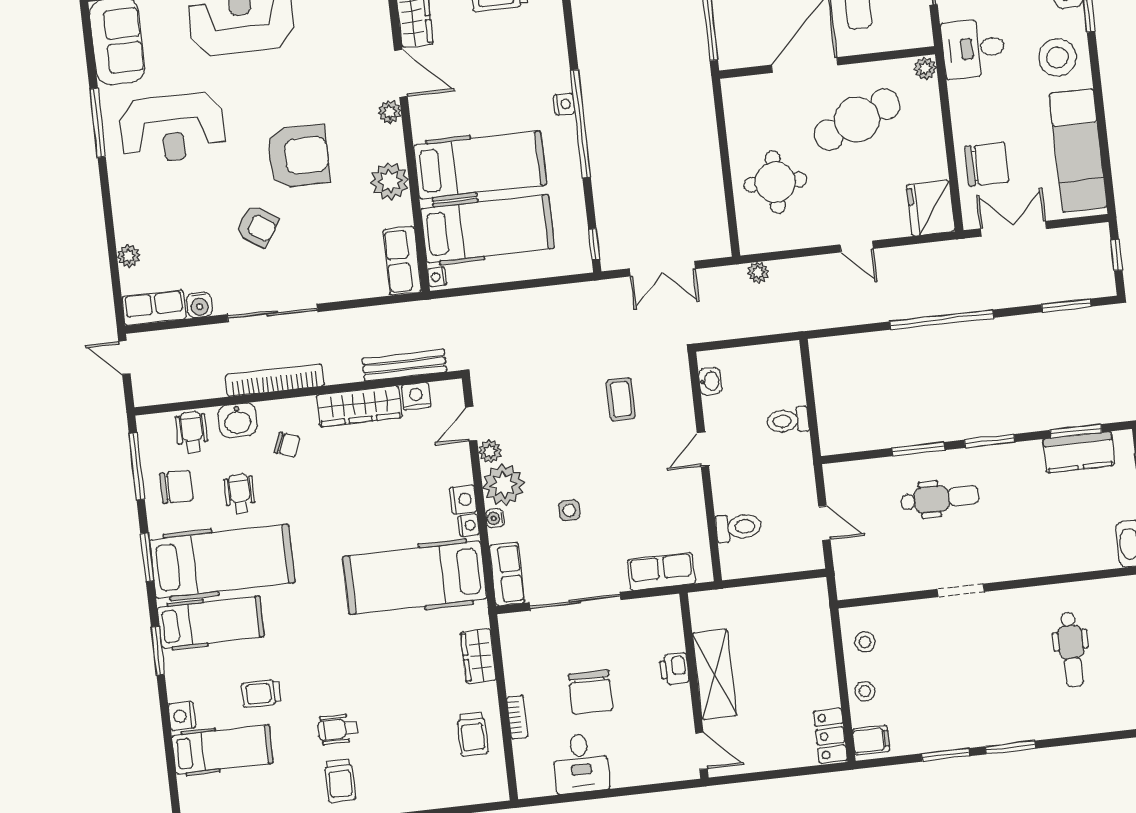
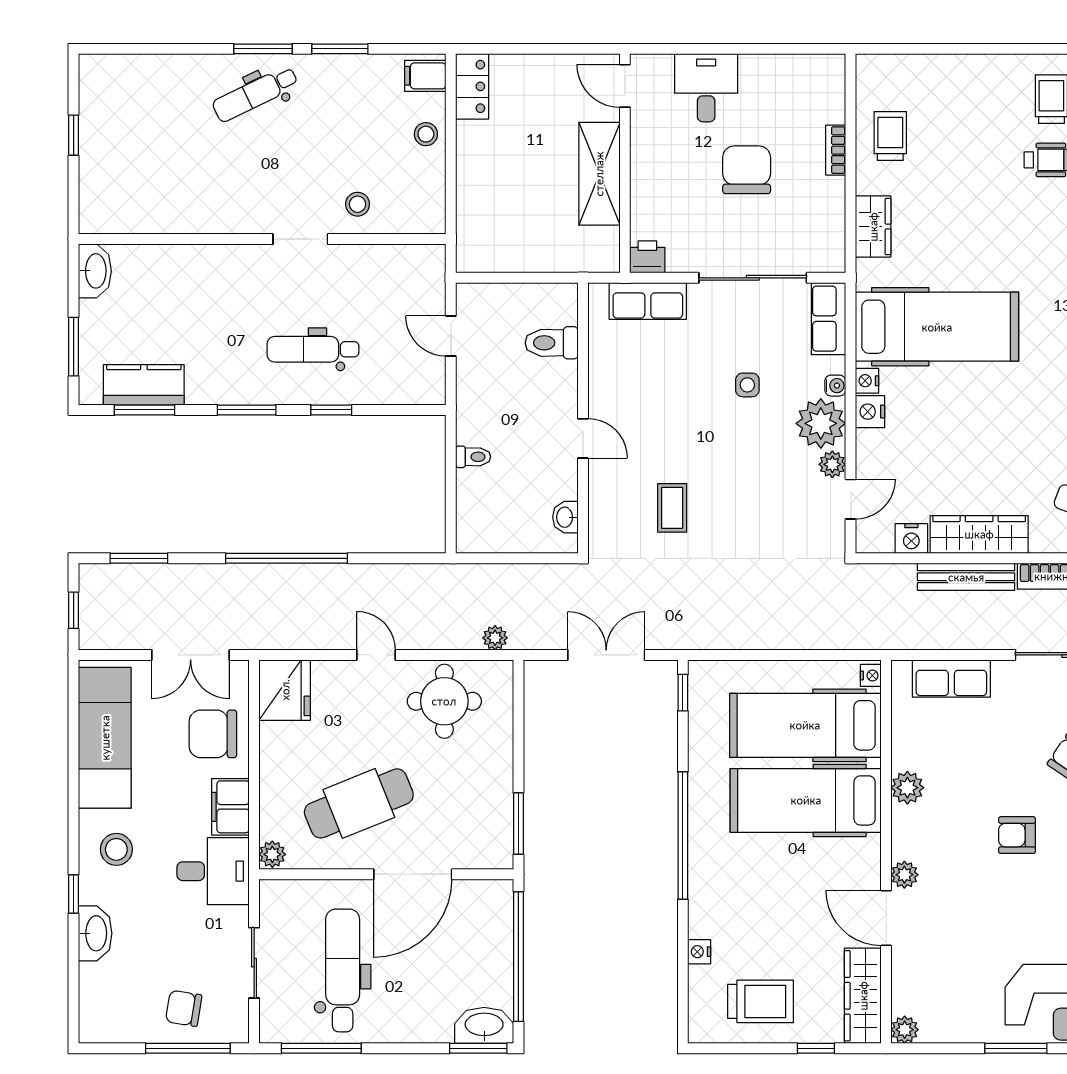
stool: (1057, 57) -> (116, 849), width x0.73, depth x0.73
nightstand: (564, 104) -> (699, 952), moved
filing cabinet: (965, 104) -> (230, 807), added
window: (720, 118) -> (518, 824), added
armchair: (298, 156) -> (1017, 835), width x0.53, depth x0.53
plant: (390, 181) -> (907, 788), width x0.73, depth x0.73
round table: (775, 182) -> (444, 701), moved
row of seats: (402, 261) -> (951, 678), moved, turned 90
bench: (404, 365) -> (966, 577), moved
toilet: (788, 420) -> (473, 457), width x0.73, depth x0.72
door: (703, 449) -> (583, 438), hinge flipped
window: (918, 449) -> (331, 410), width x0.67
stool: (865, 642) -> (358, 204), moved
dental chair: (1071, 649) -> (255, 94), moved, turned -116
printer: (674, 669) -> (647, 257), moved, turned -90
desk: (581, 763) -> (706, 88), moved

